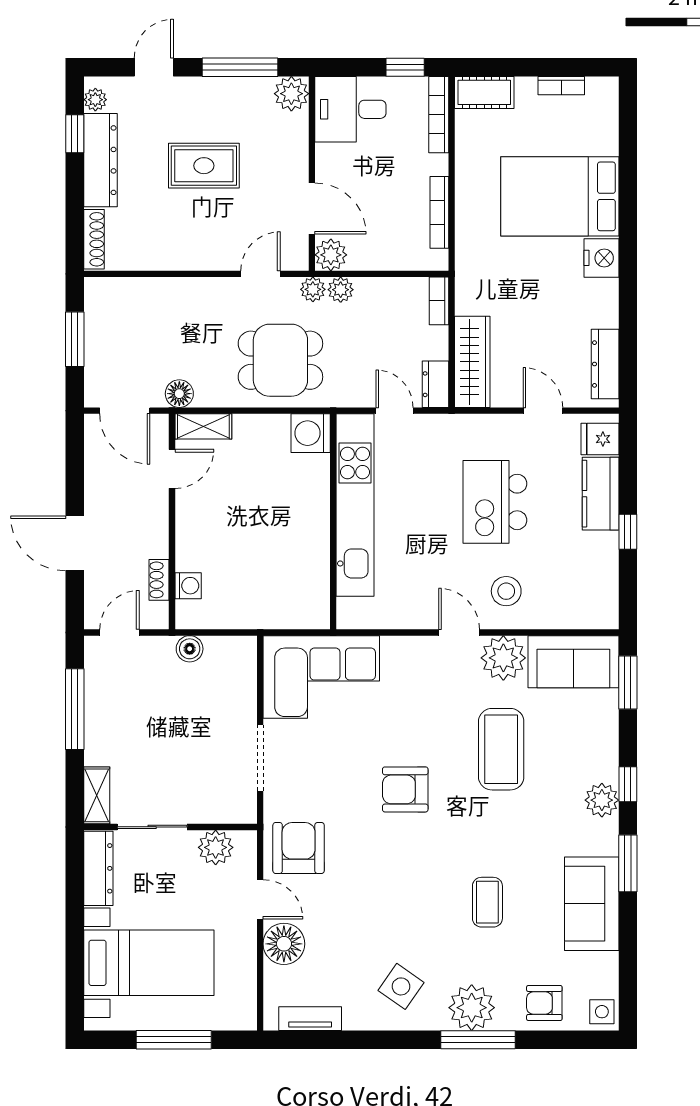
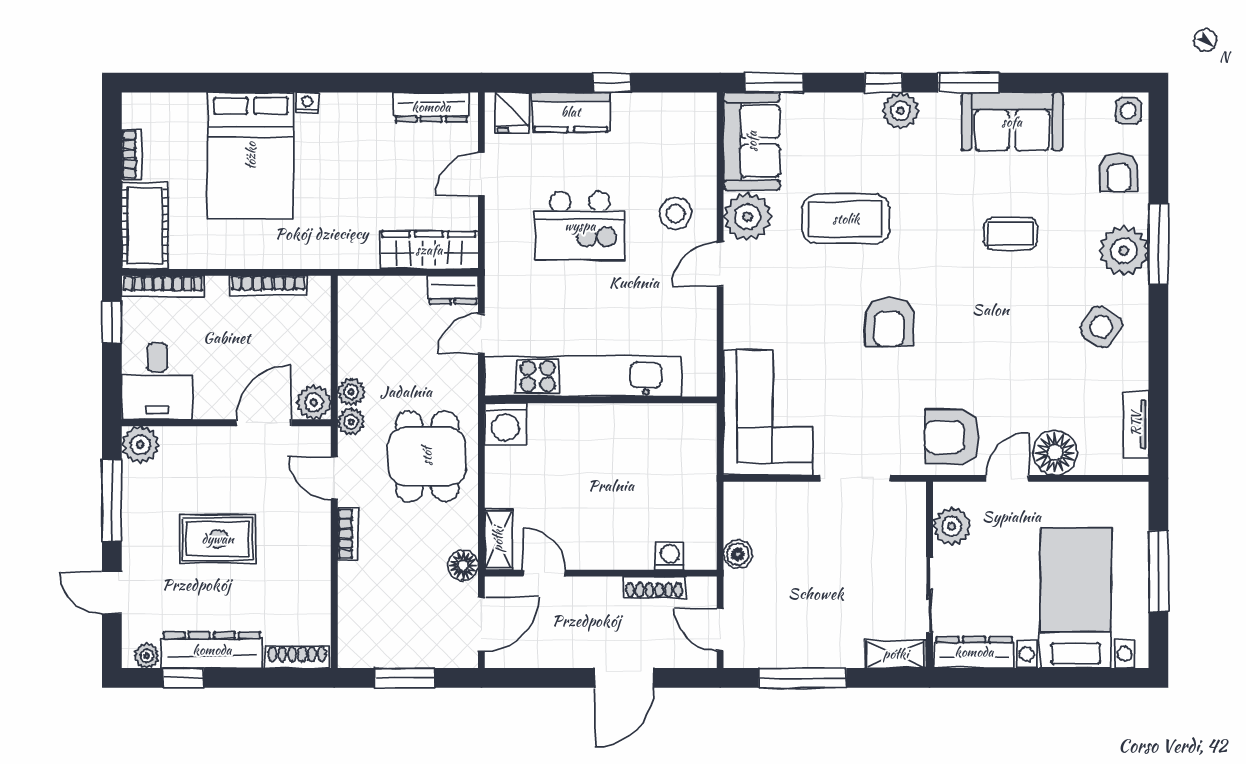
cot: (484, 92) -> (145, 225), width x1.37, depth x1.34
rug: (204, 166) -> (218, 539), turned 90
nightstand: (601, 258) -> (307, 103), width x0.53, depth x0.56
bookcase: (439, 301) -> (348, 534), moved, turned -90
shoe rack: (159, 580) -> (654, 587), width x1.43

